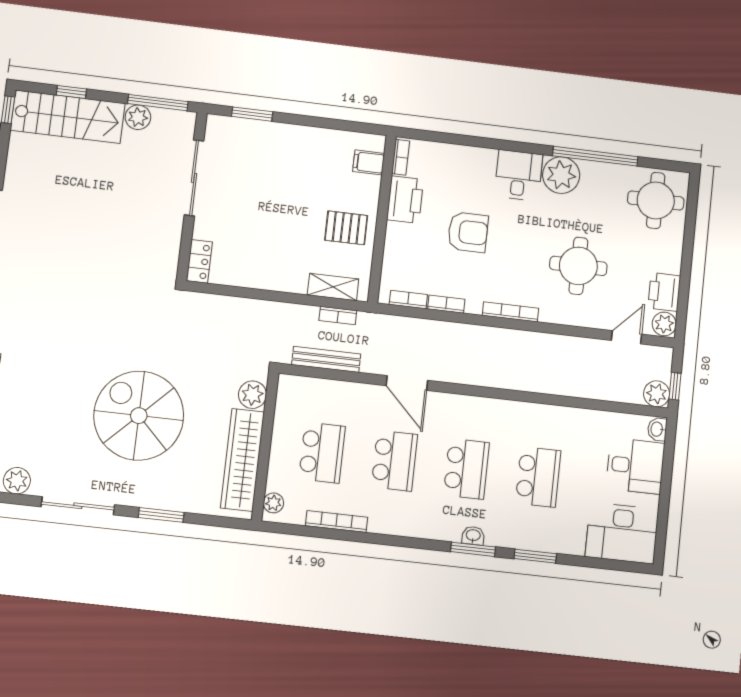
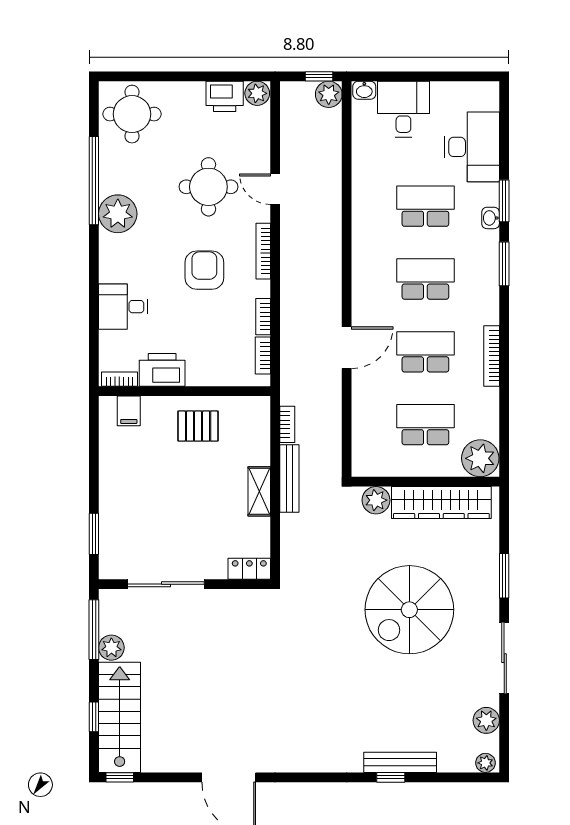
desk: (518, 175) -> (123, 307), moved
pallet: (346, 228) -> (198, 426), turned 90
armchair: (468, 232) -> (204, 270), moved
shelving: (333, 287) -> (259, 491), moved
door: (626, 337) -> (275, 189), moved
bench: (326, 359) -> (289, 478), moved
plant: (273, 503) -> (480, 458), width x1.88, depth x1.88
bookcase: (337, 521) -> (492, 356), moved
desk: (622, 533) -> (472, 147), moved
washbasin: (473, 536) -> (491, 218), moved

